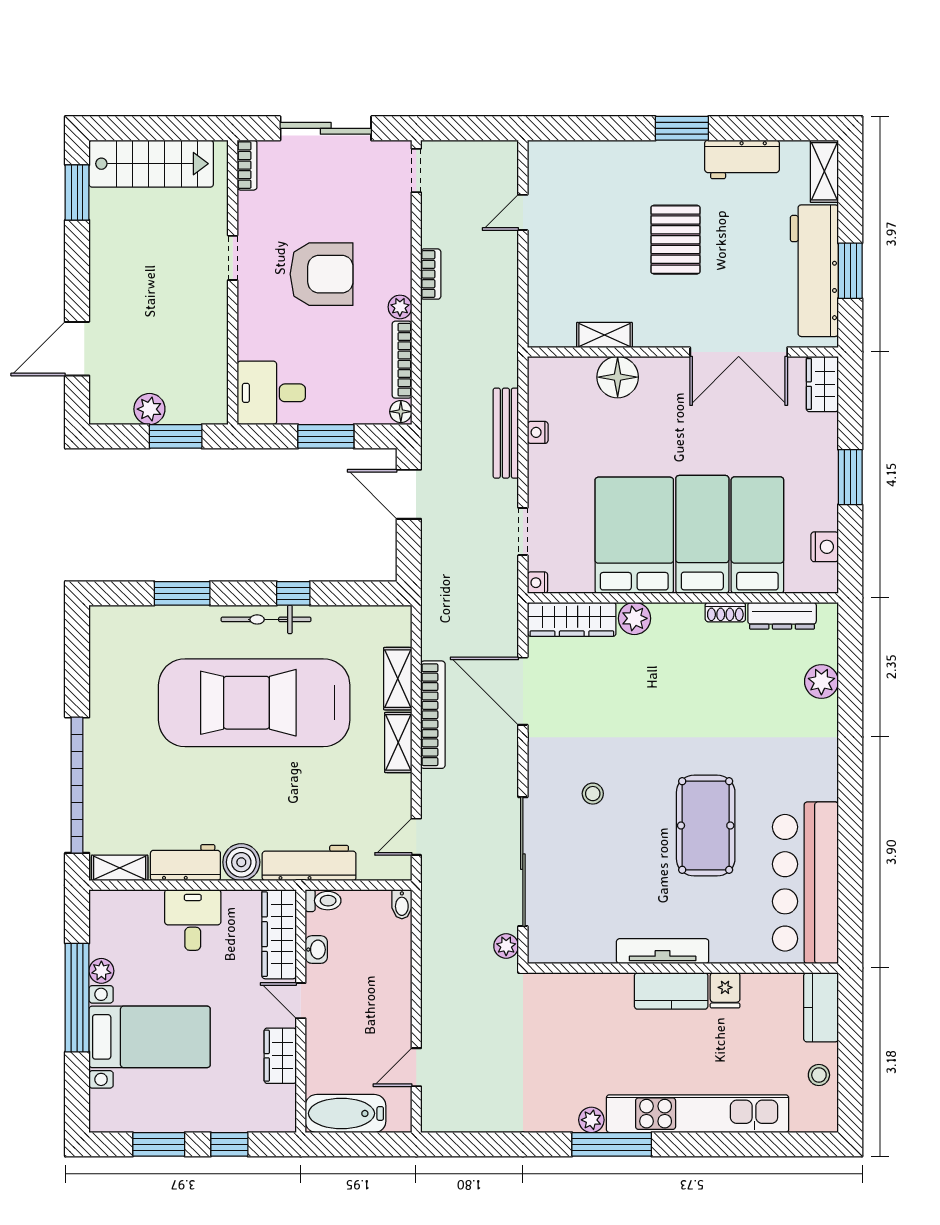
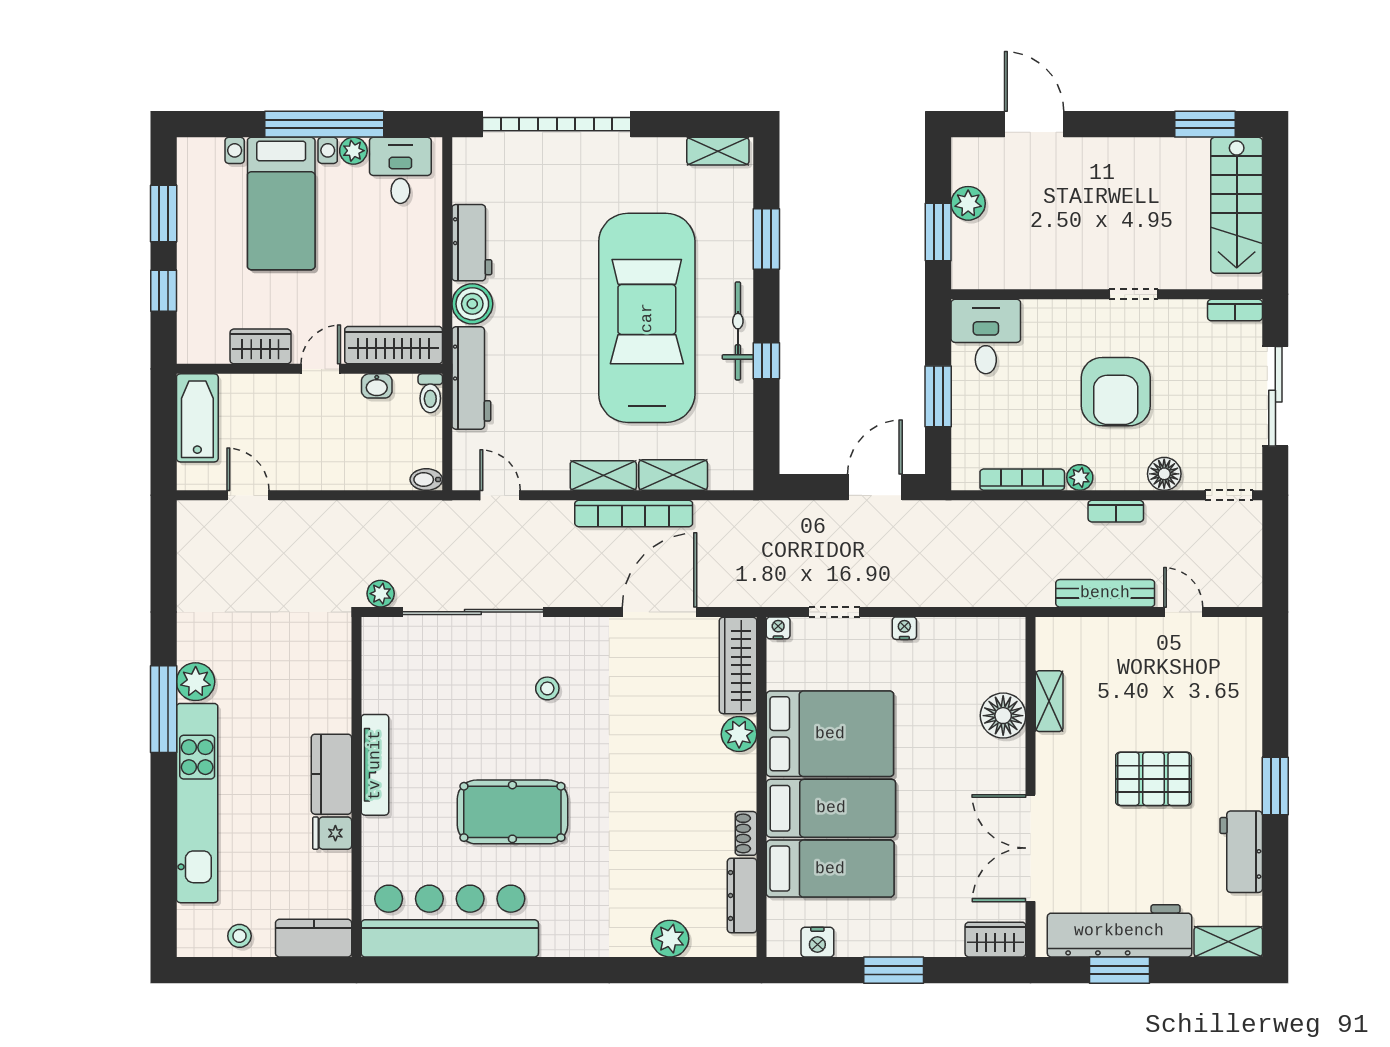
floor lamp: (401, 412) -> (1164, 474), moved, width x1.37, depth x1.37
nightstand: (538, 432) -> (904, 628), moved
bench: (506, 433) -> (1105, 593), moved
shelving: (120, 868) -> (718, 151), moved, turned 90
desk: (193, 920) -> (400, 170), moved, turned -90
plant: (591, 1120) -> (196, 682), width x1.38, depth x1.38

